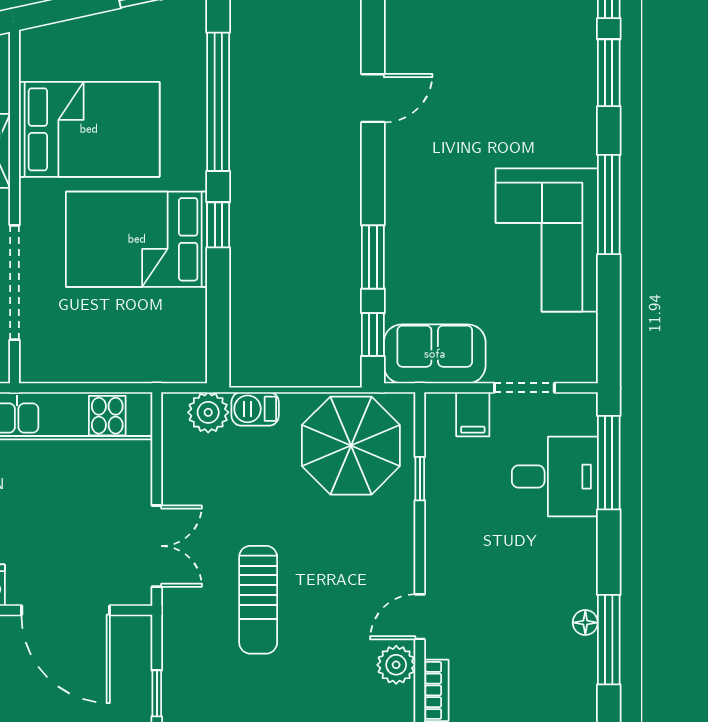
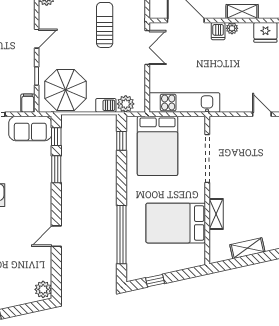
window: (218, 225) -> (121, 141), moved
bed: (137, 239) -> (158, 146), moved, turned 90
filing cabinet: (473, 414) -> (28, 103), moved
double door: (157, 546) -> (147, 48), swing flipped
door: (420, 617) -> (37, 39), moved

